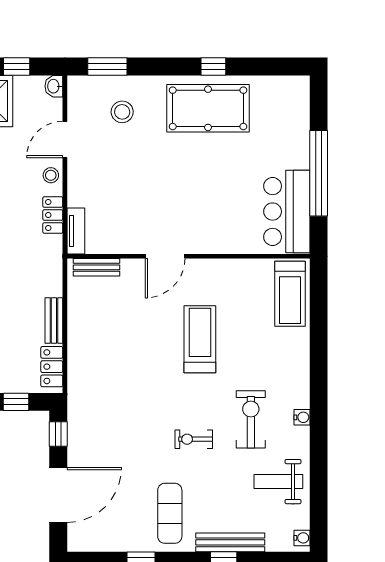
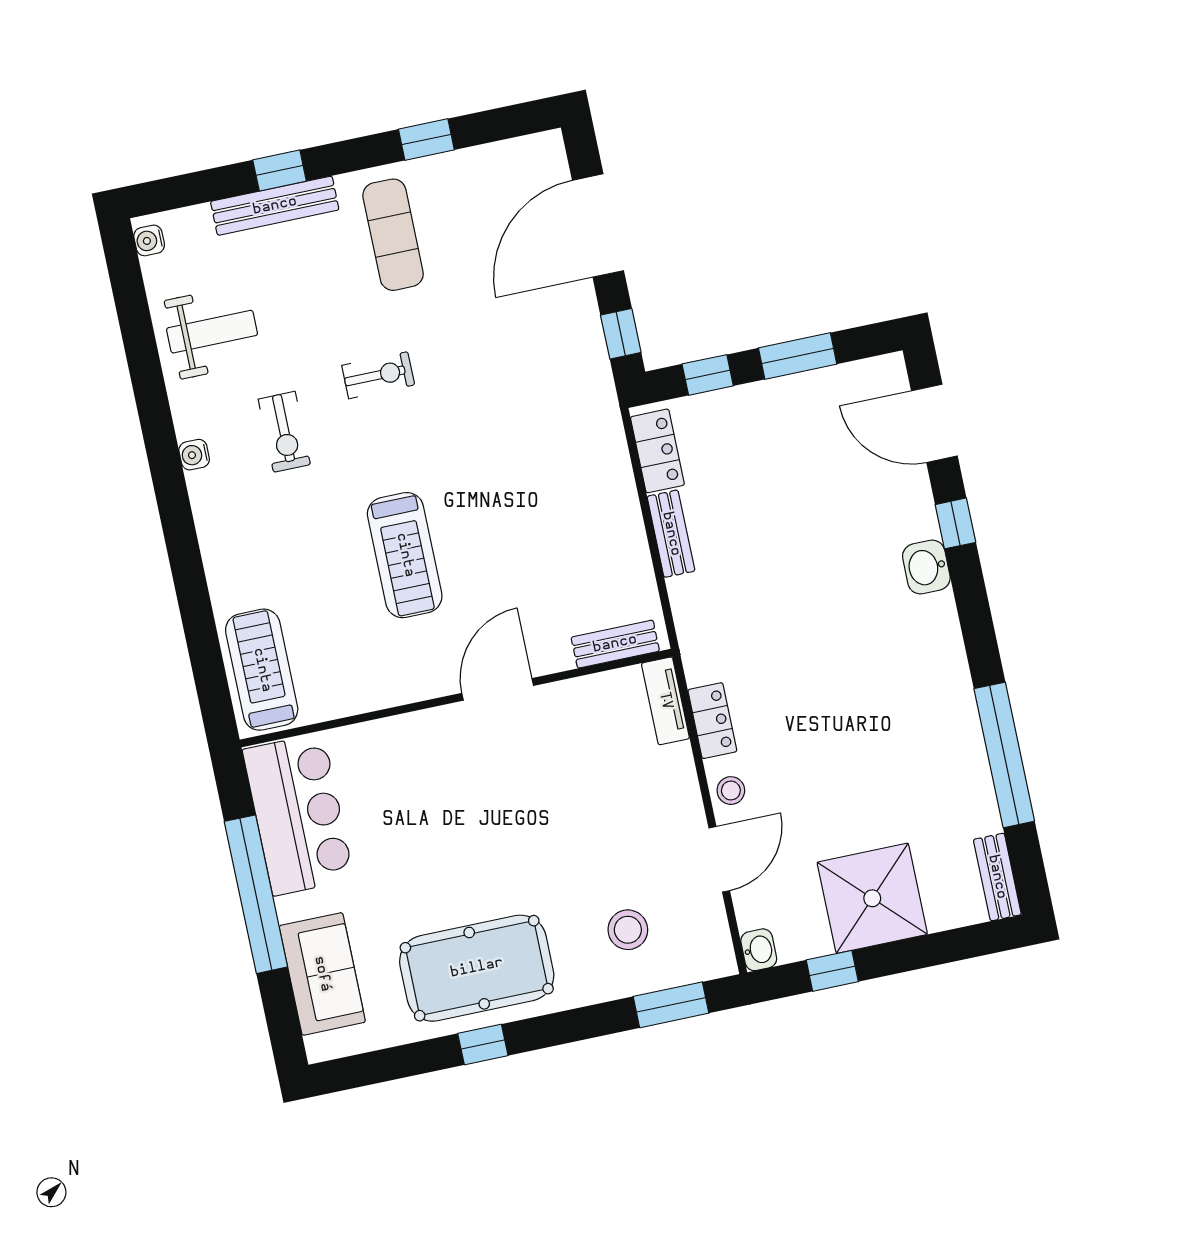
sofa: (292, 123) -> (322, 974), added
exercise bike: (251, 419) -> (284, 432), width x0.73, depth x0.72

